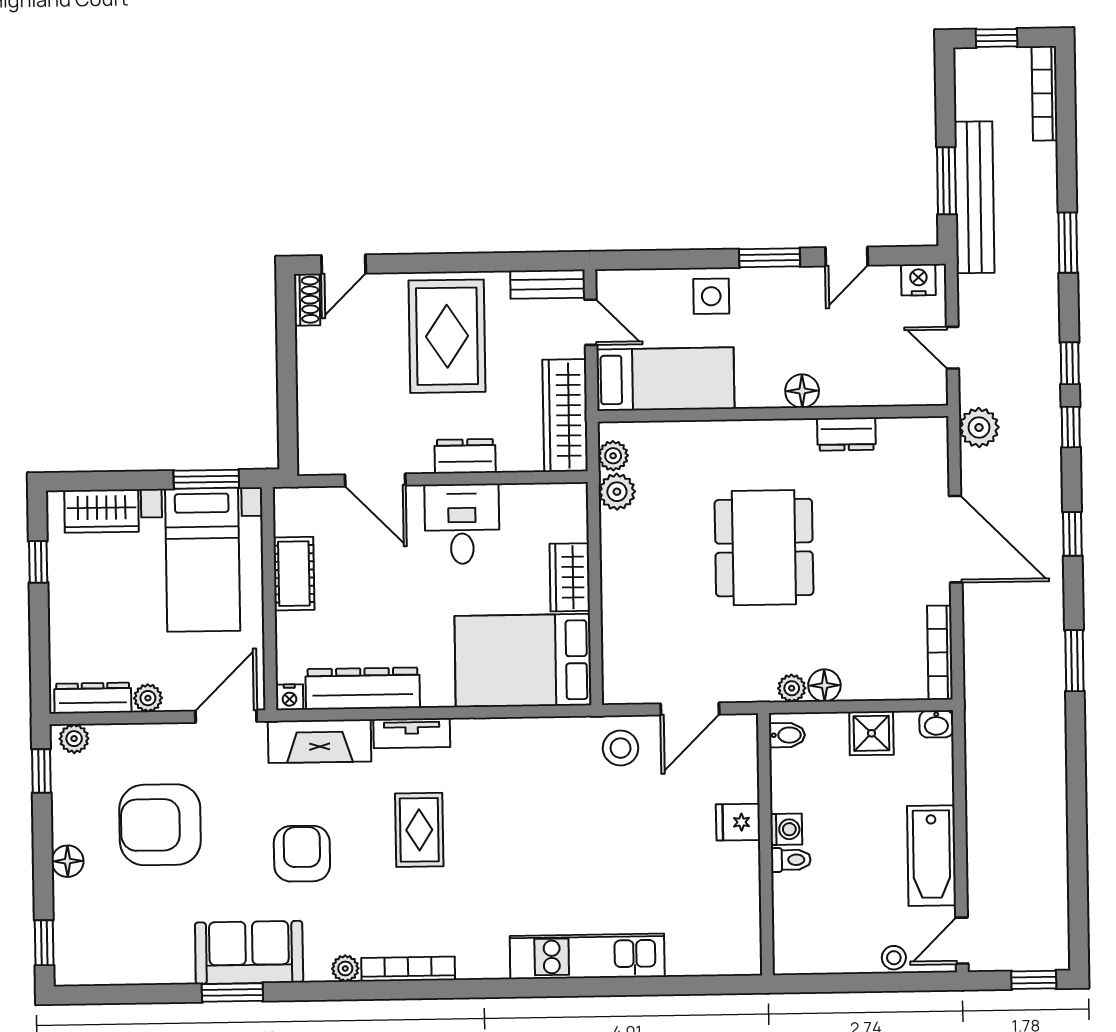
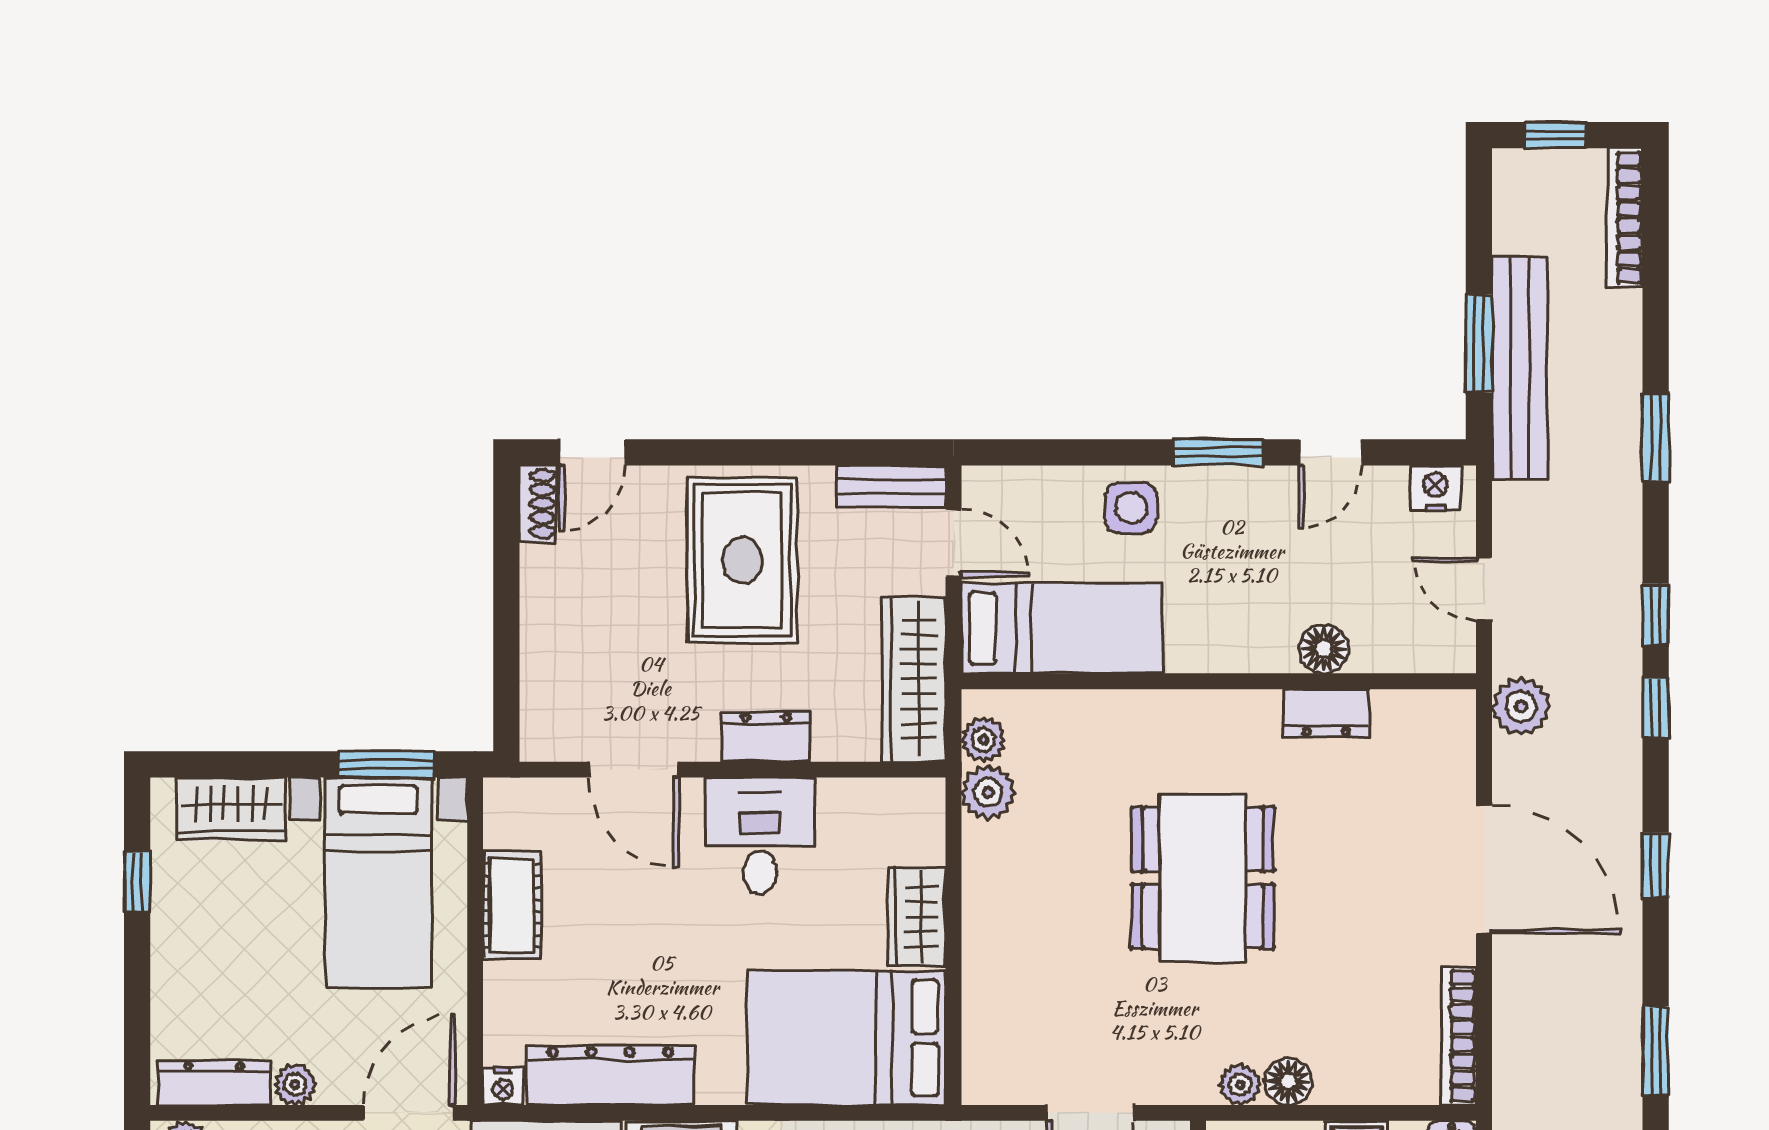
floor lamp: (802, 391) -> (1324, 649), moved

